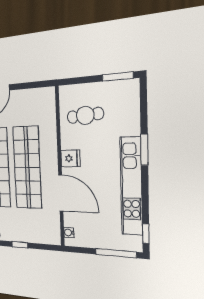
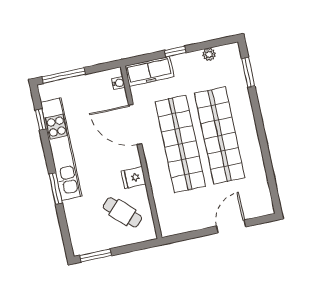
cafe table: (85, 115) -> (122, 212), turned 48
fridge: (70, 158) -> (134, 178), moved
window: (146, 234) -> (41, 120), moved
freezer: (42, 235) -> (149, 71), added

